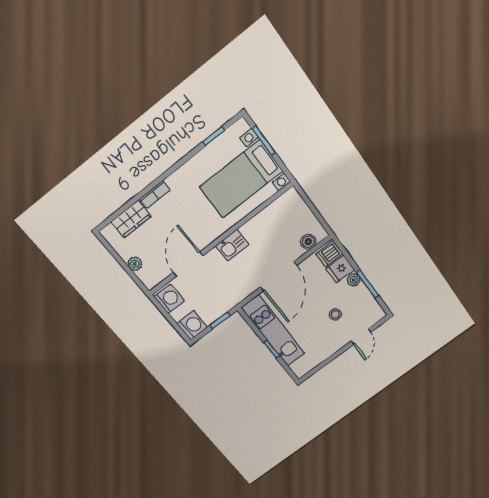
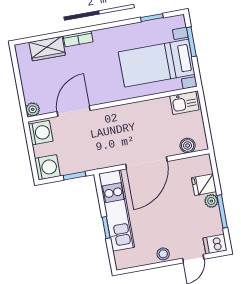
kitchen sink: (232, 245) -> (184, 103), moved
dishwasher: (329, 254) -> (215, 244), moved
plant: (135, 264) -> (33, 109), moved
stool: (335, 314) -> (163, 254), moved

